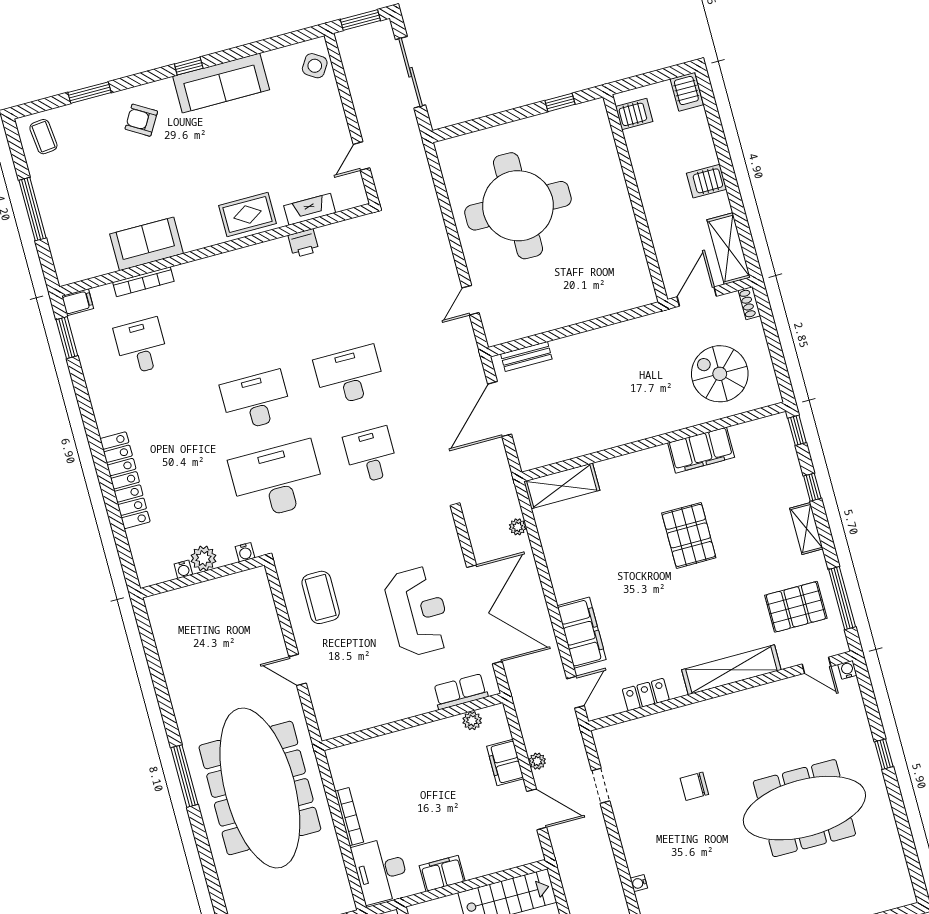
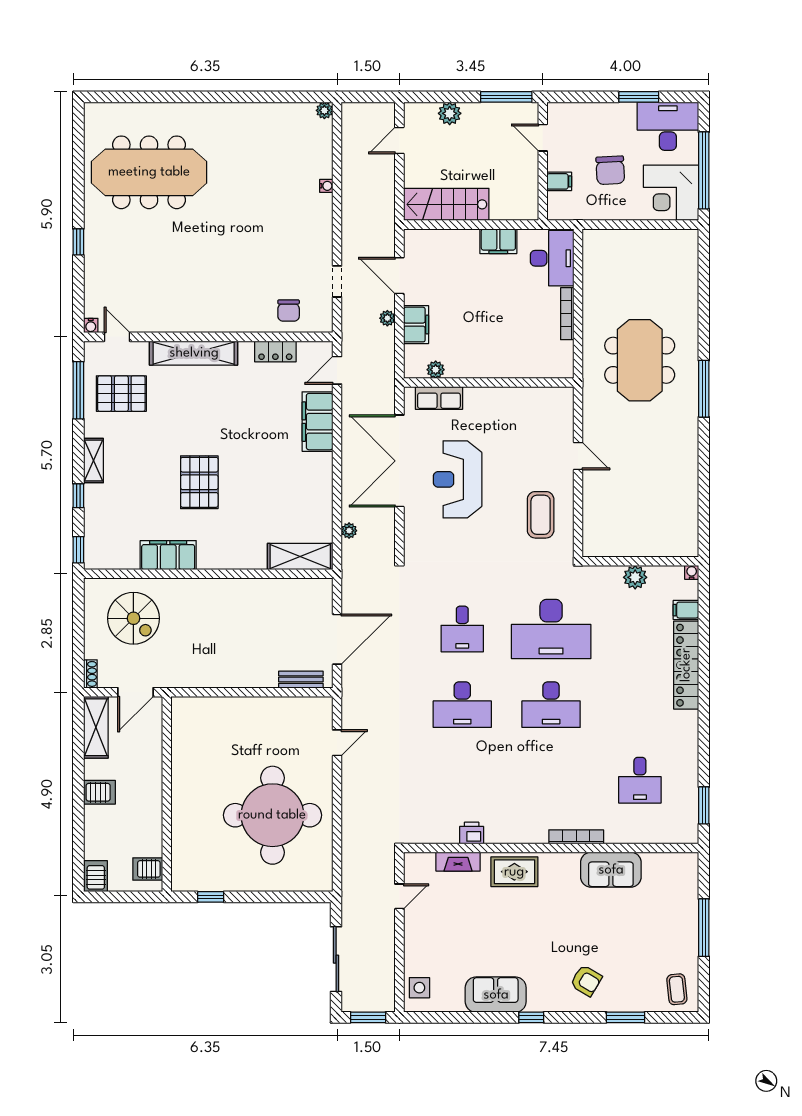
side table: (315, 66) -> (419, 988), turned -33
sofa: (221, 83) -> (496, 995), width x0.73
bookcase: (143, 282) -> (576, 837), moved
filing cabinet: (78, 302) -> (686, 610), moved
water cooler: (245, 552) -> (597, 573), removed
water cooler: (183, 569) -> (692, 572), moved
chair: (694, 786) -> (289, 310), moved, turned 90
meeting table: (260, 788) -> (640, 360), width x0.54, depth x0.79
meeting table: (804, 808) -> (149, 172), moved

